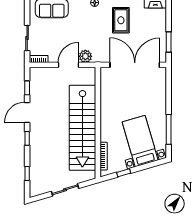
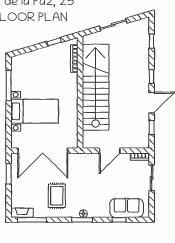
plant: (85, 56) -> (93, 159), removed
bed with nightstands: (140, 141) -> (35, 111), moved, turned -74

